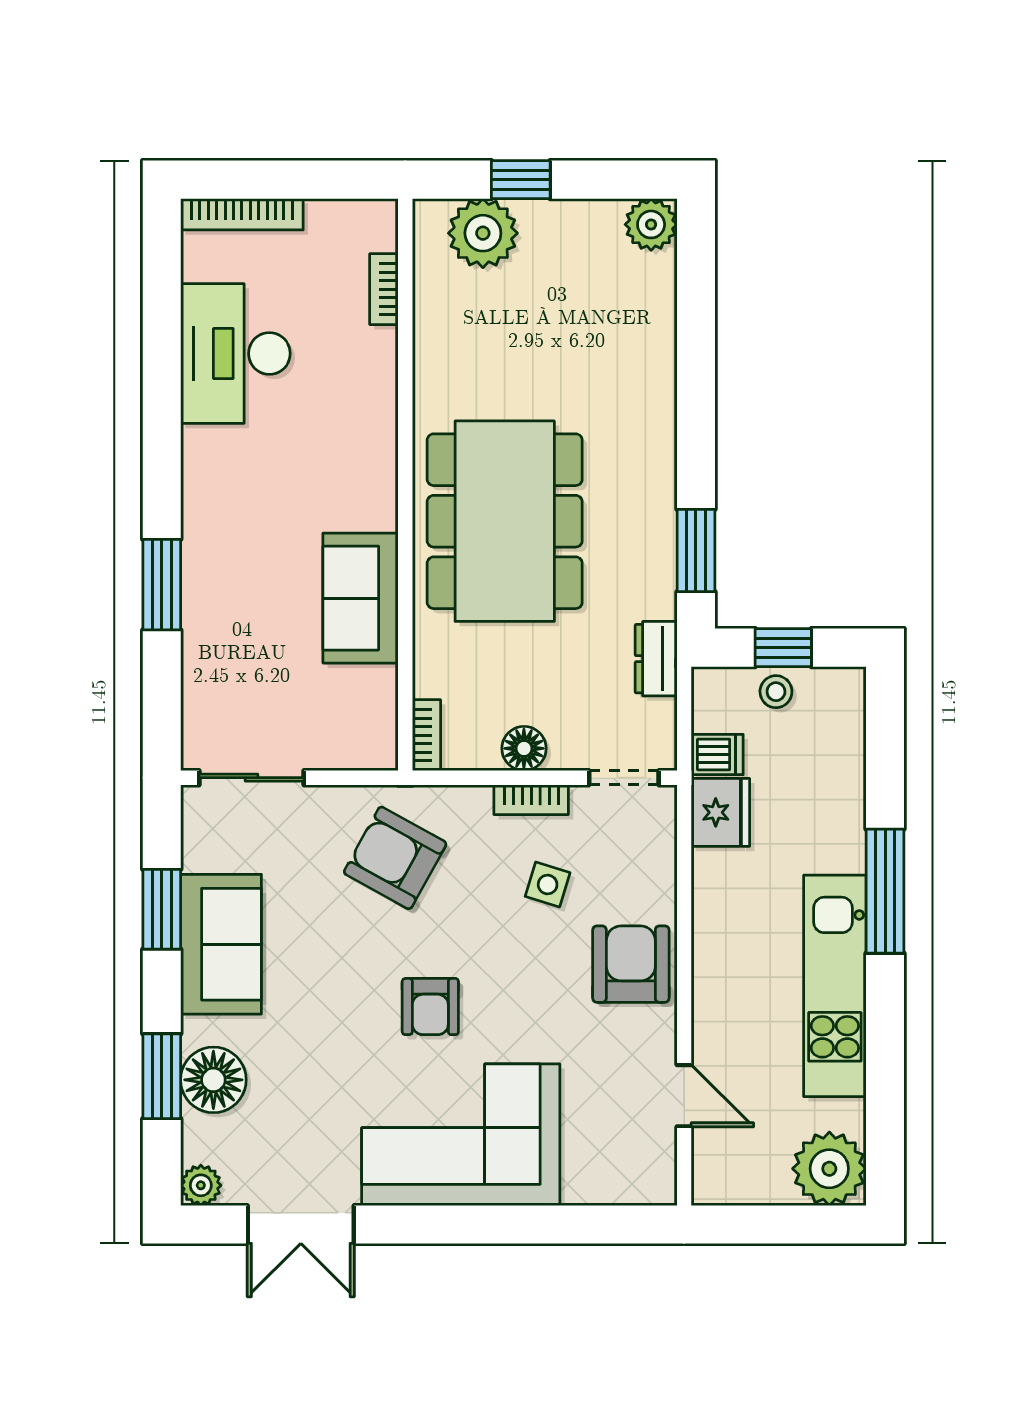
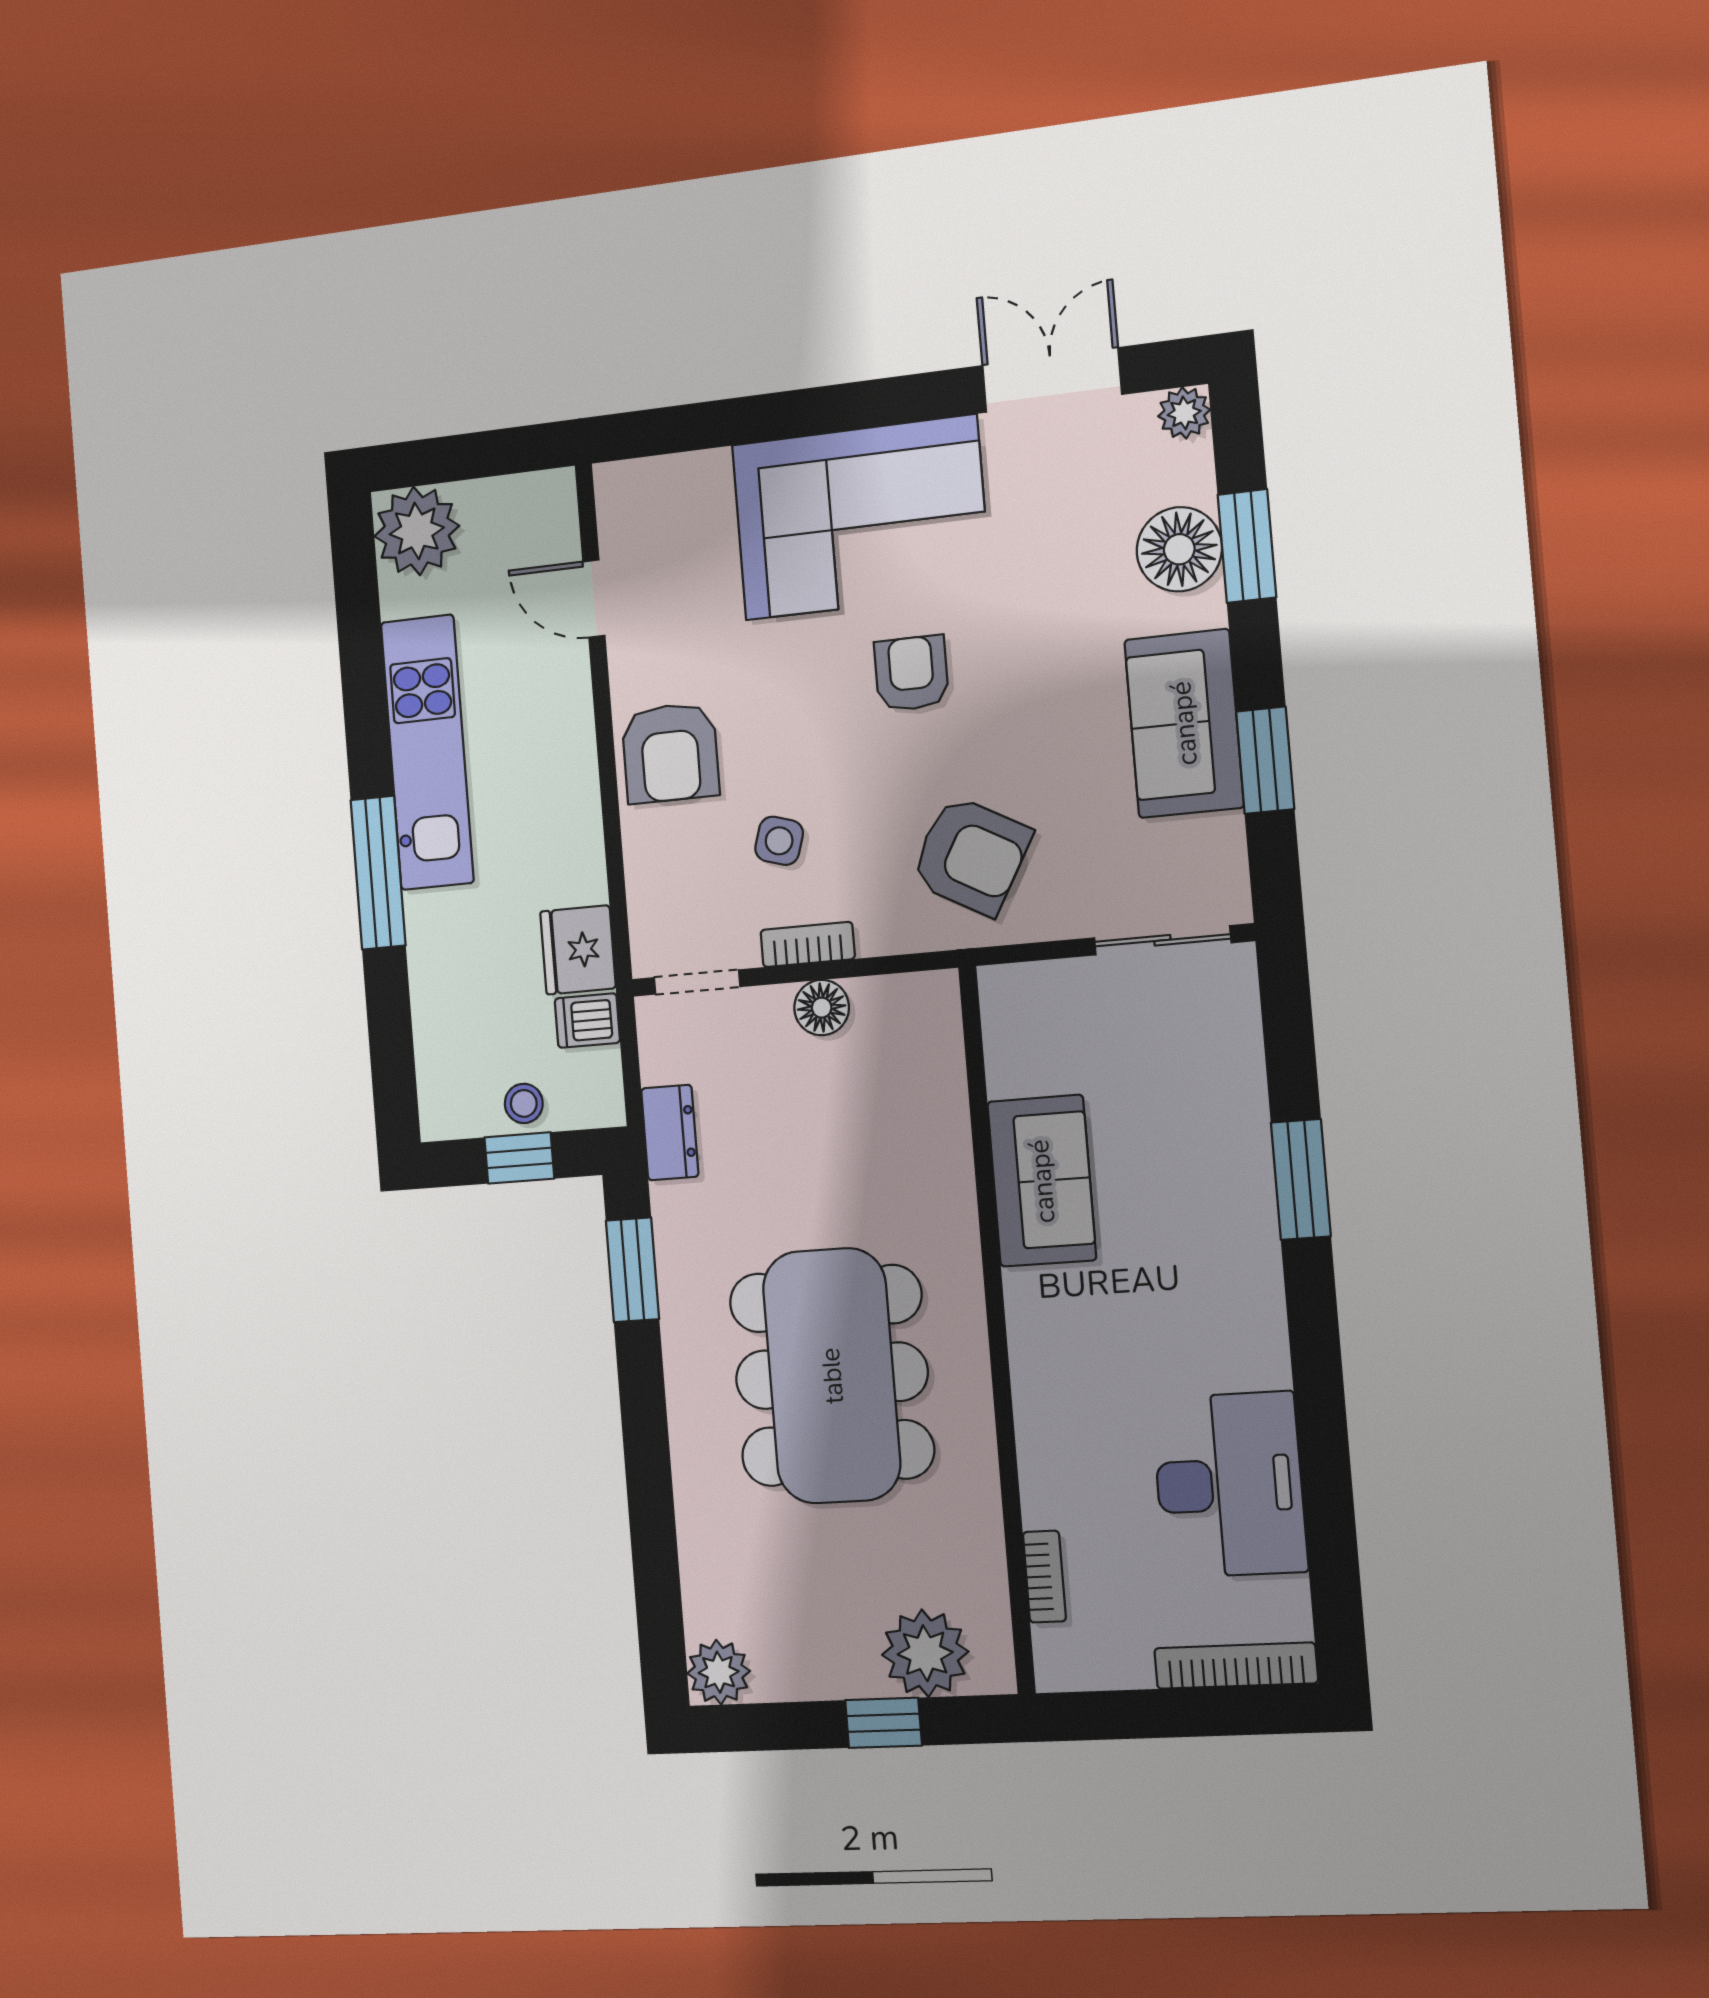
dining table: (505, 521) -> (832, 1376), moved
bookcase: (426, 735) -> (944, 1014), removed

